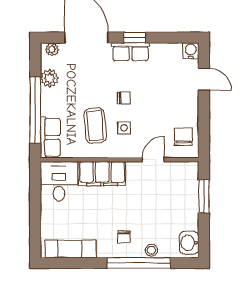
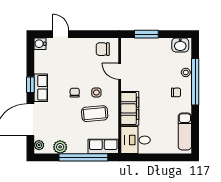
door: (204, 79) -> (61, 34), hinge flipped

